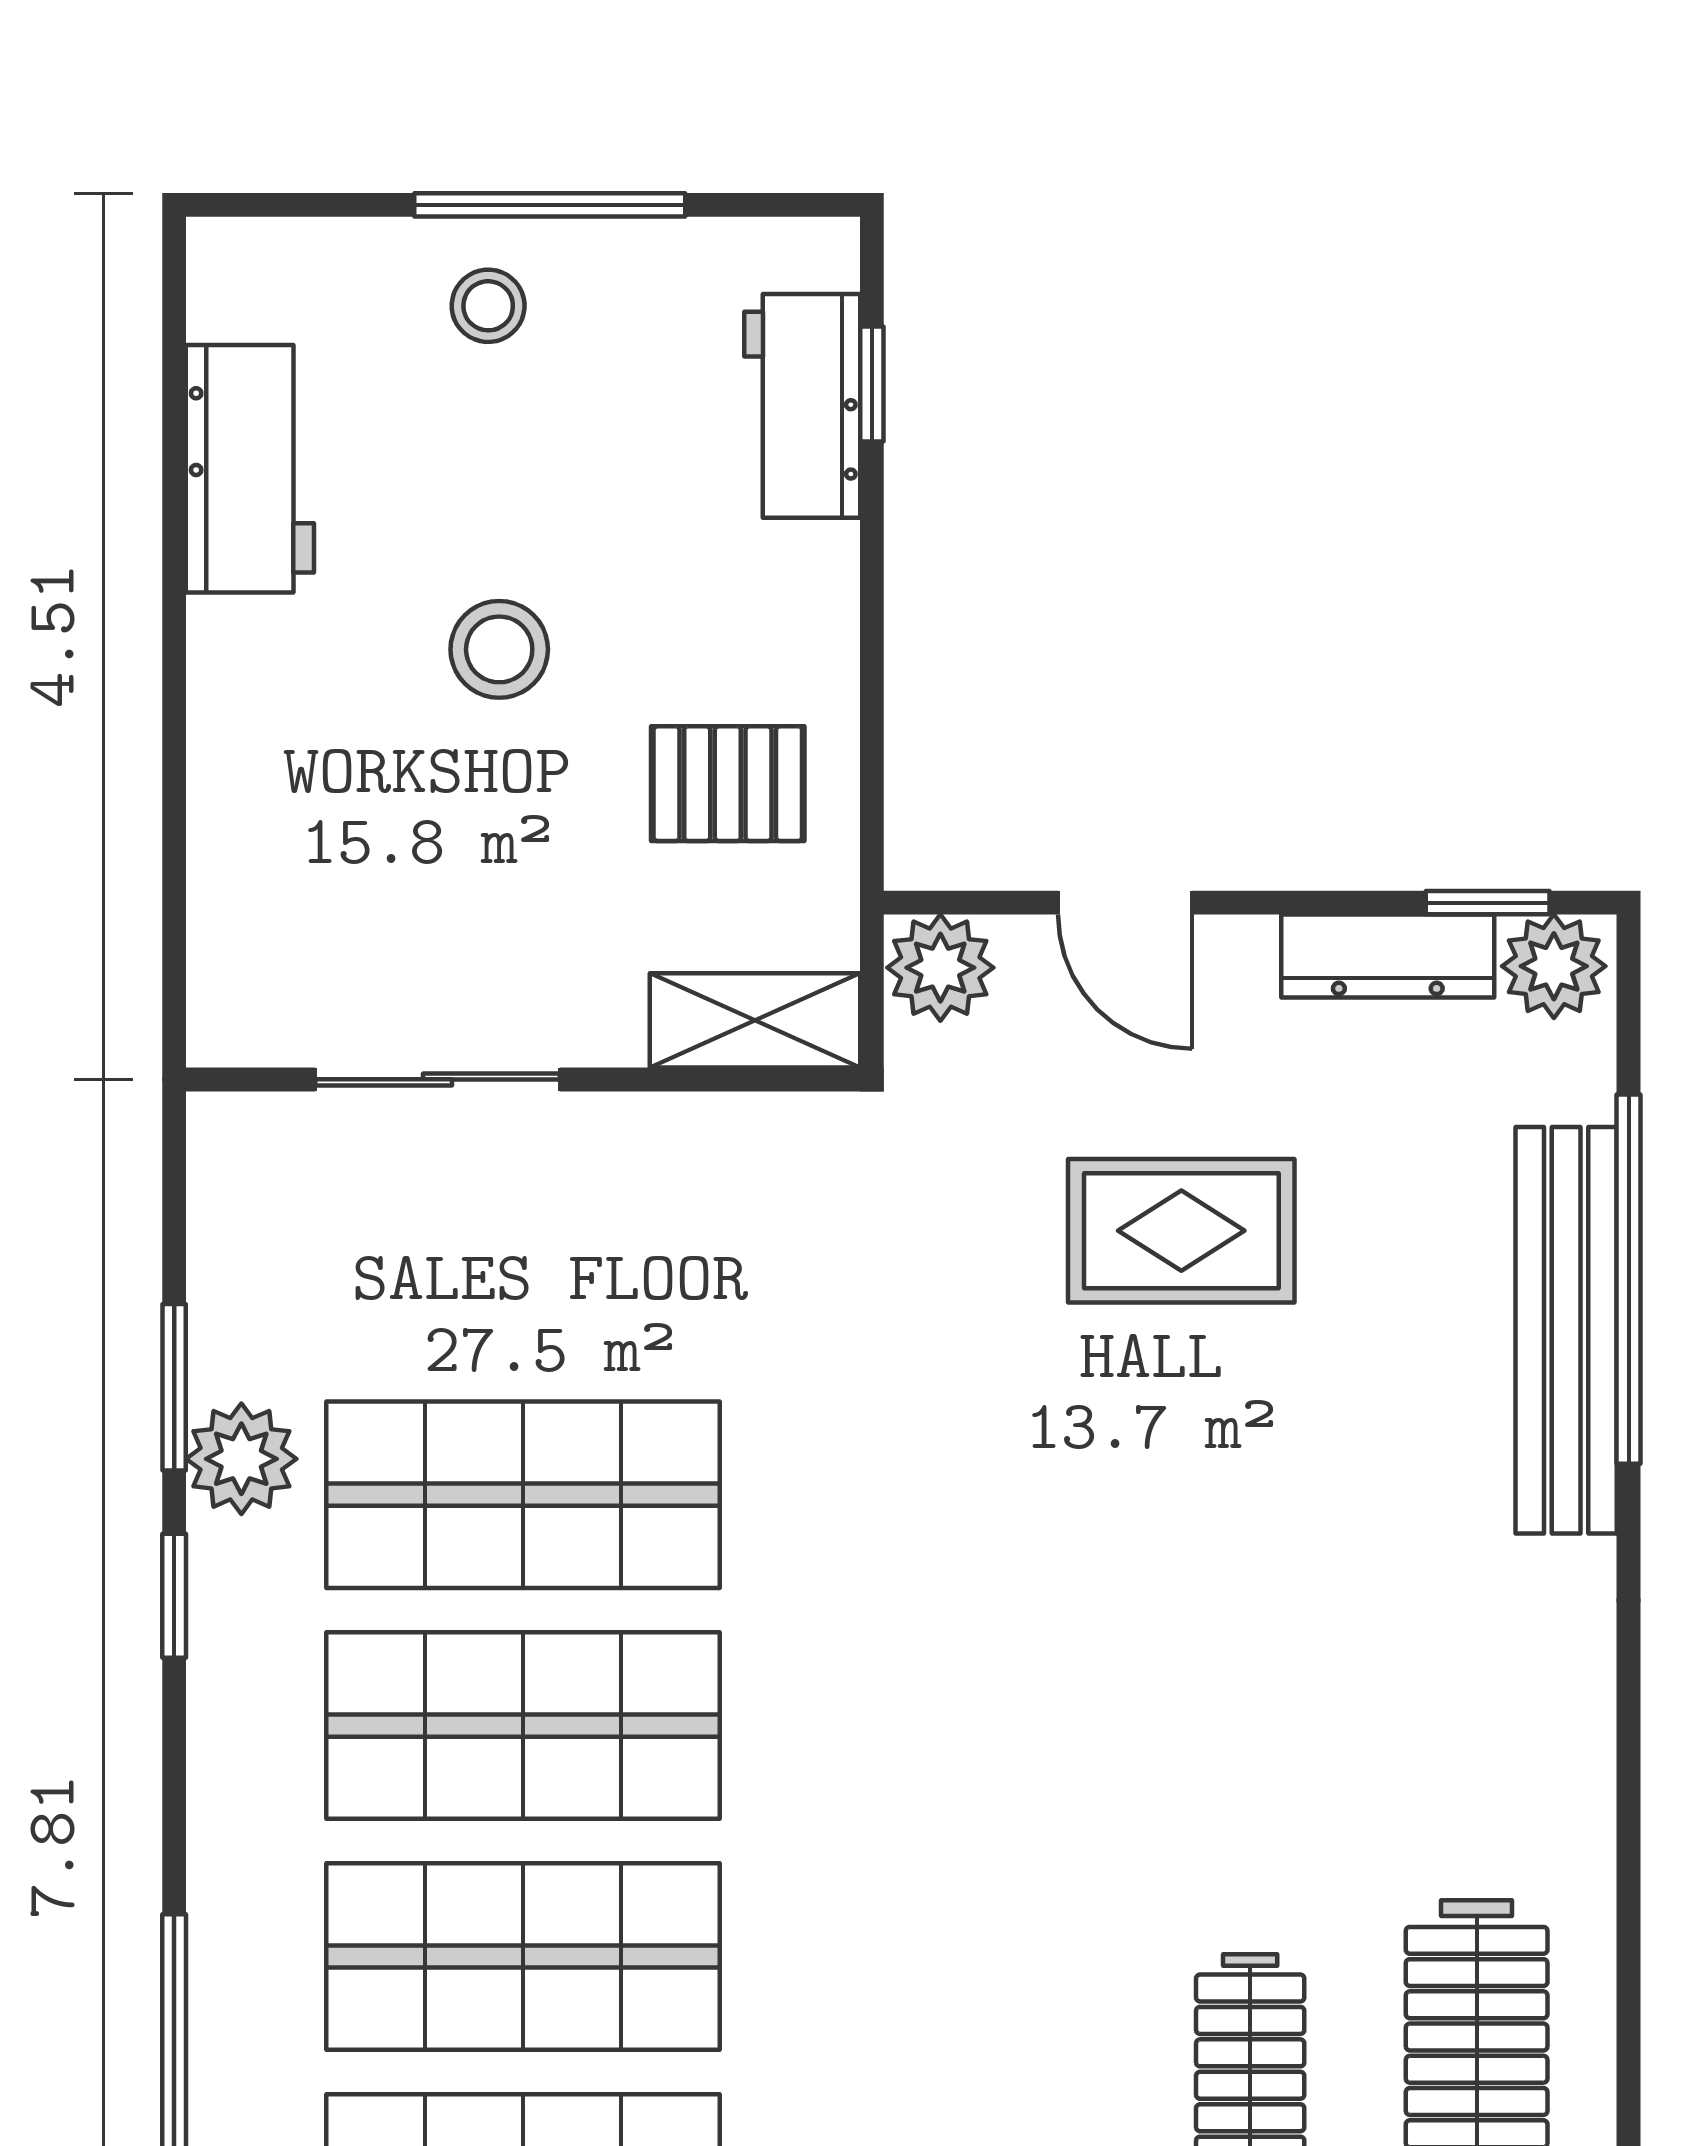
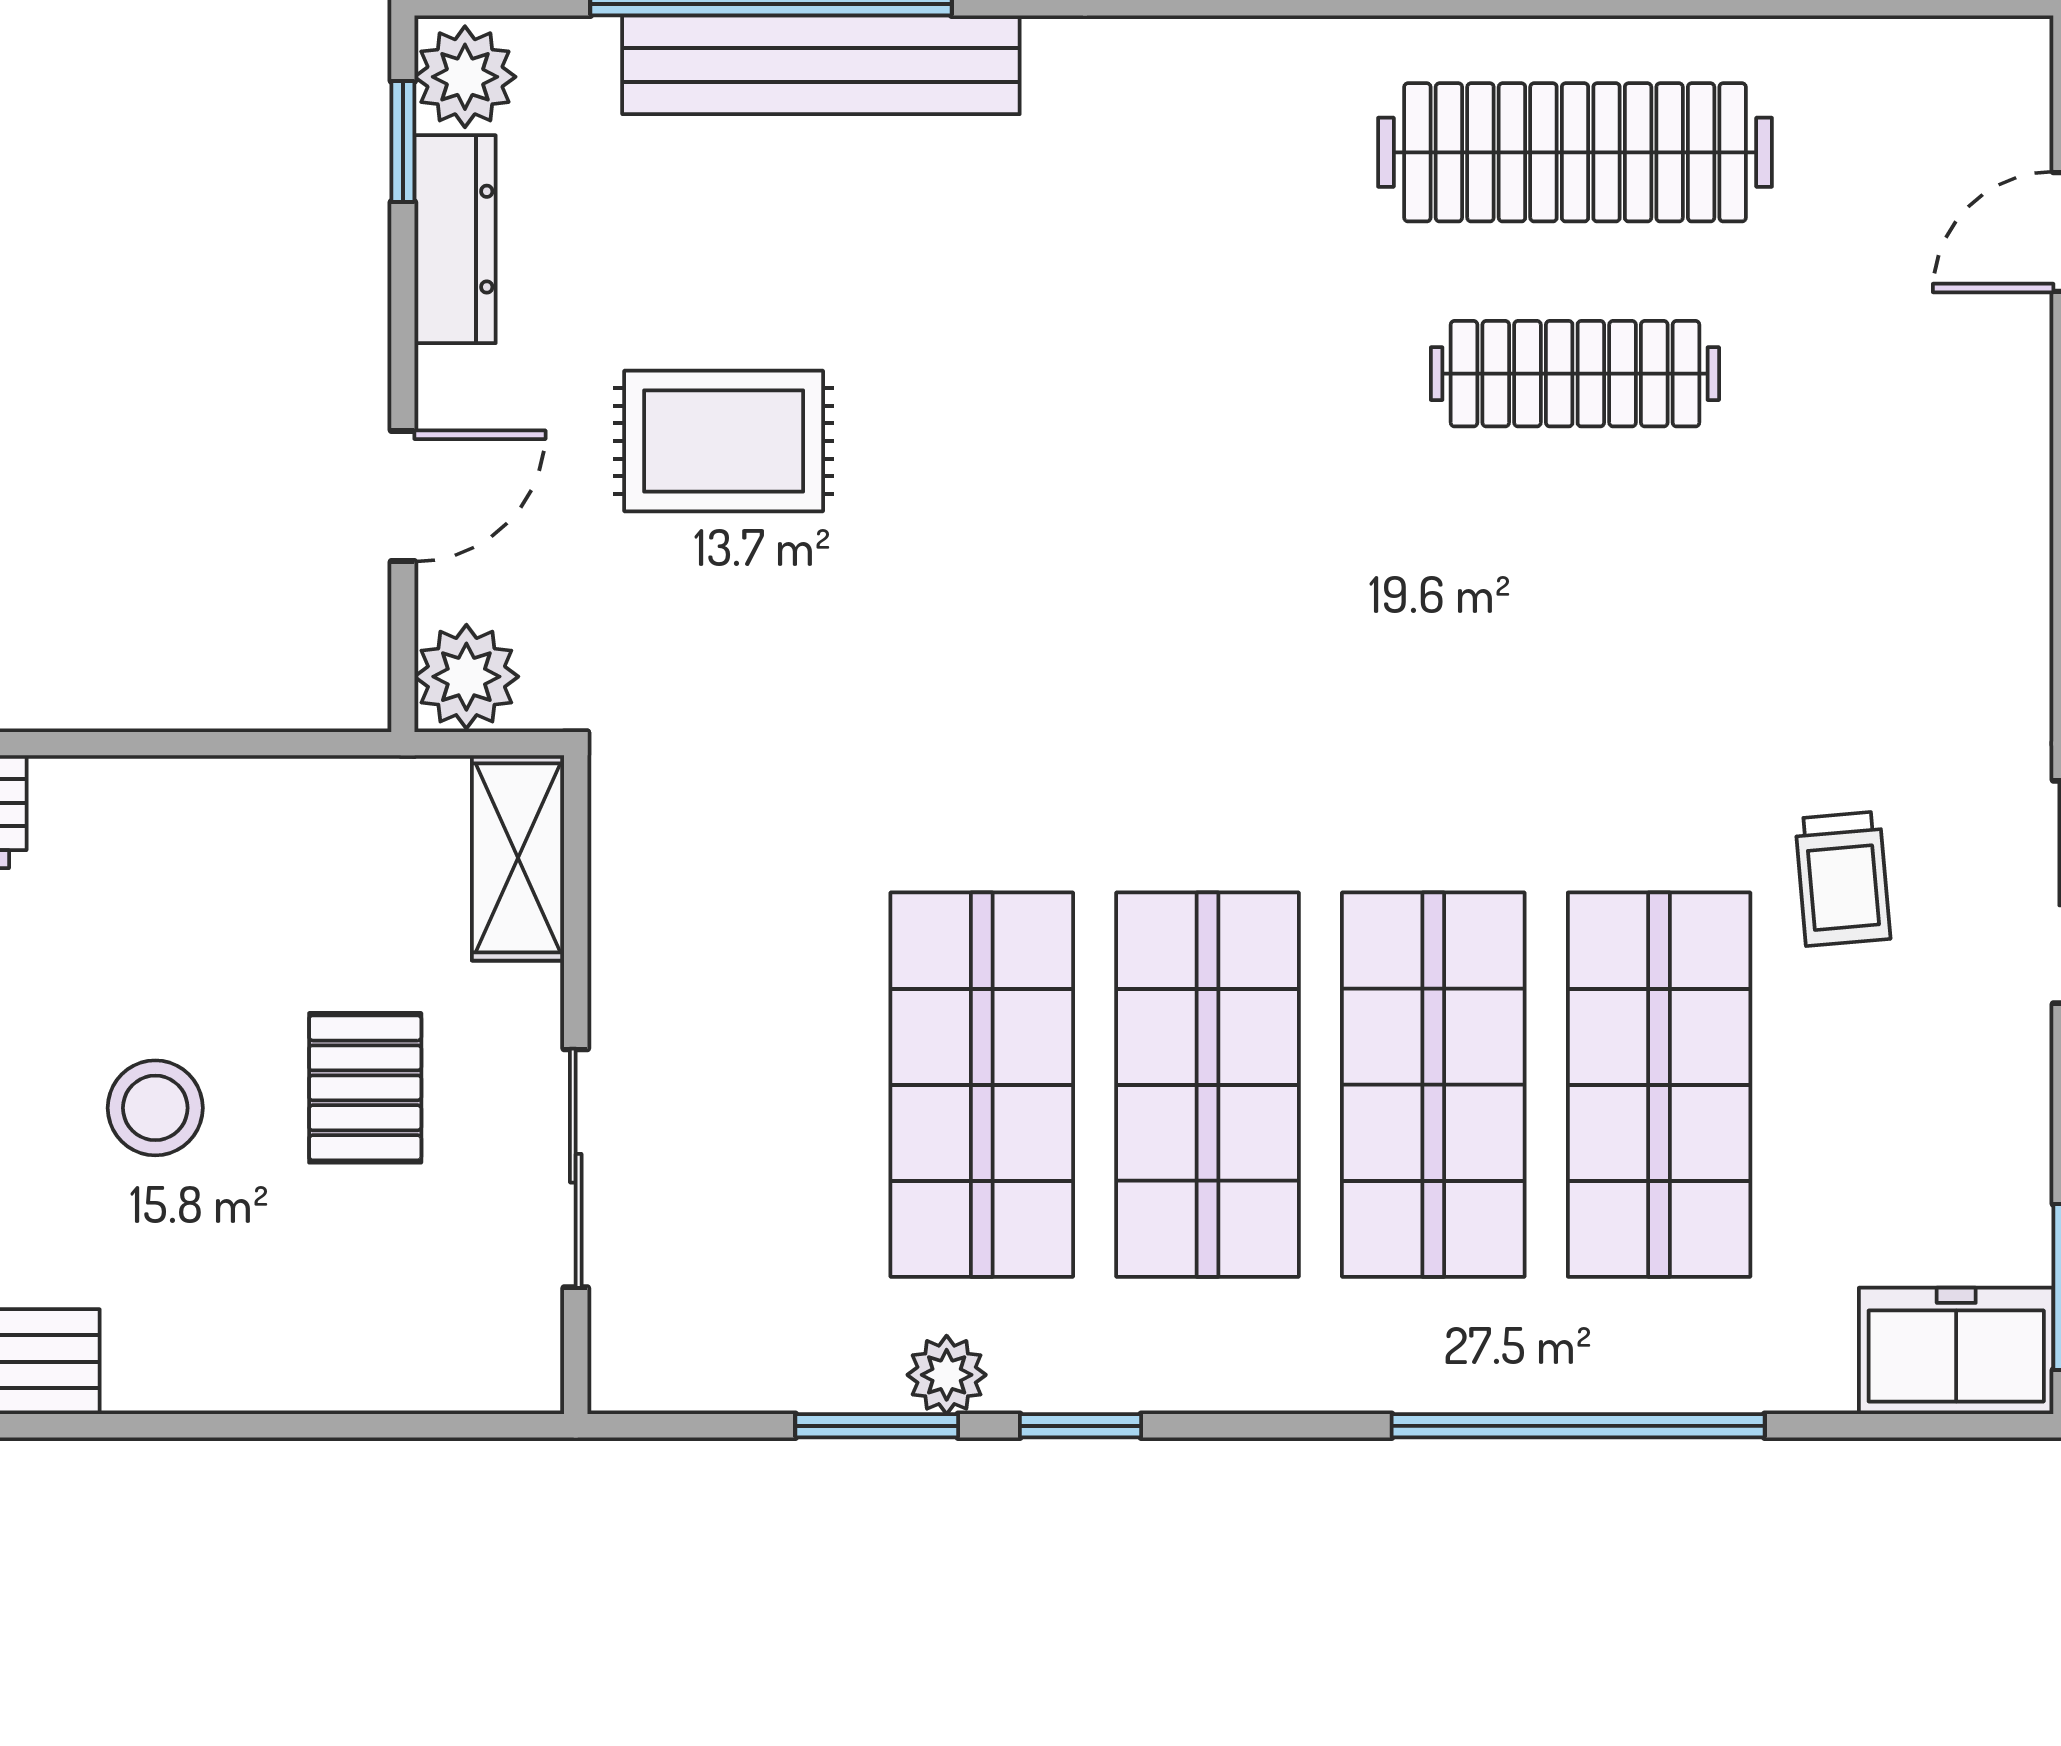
pallet: (728, 784) -> (365, 1088), moved
rug: (1181, 1231) -> (724, 441), turned 90
plant: (241, 1459) -> (947, 1375), width x0.73, depth x0.73

